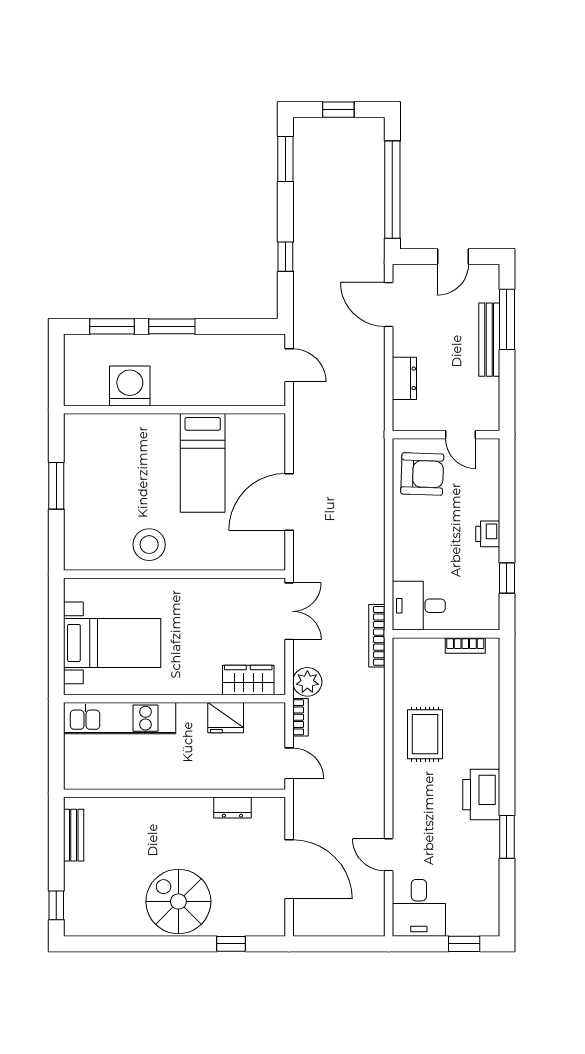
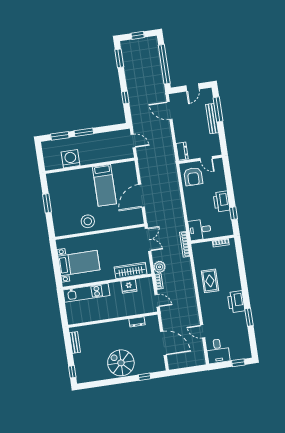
dresser: (404, 378) -> (182, 151), moved
armchair: (422, 474) -> (193, 177), turned 88
printer: (488, 534) -> (222, 202), width x1.87, depth x1.48
wardrobe: (248, 680) -> (131, 270), width x1.50

